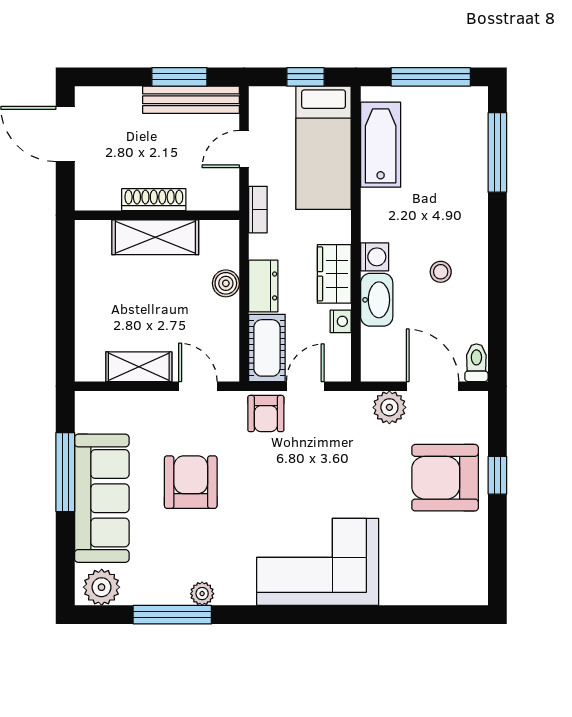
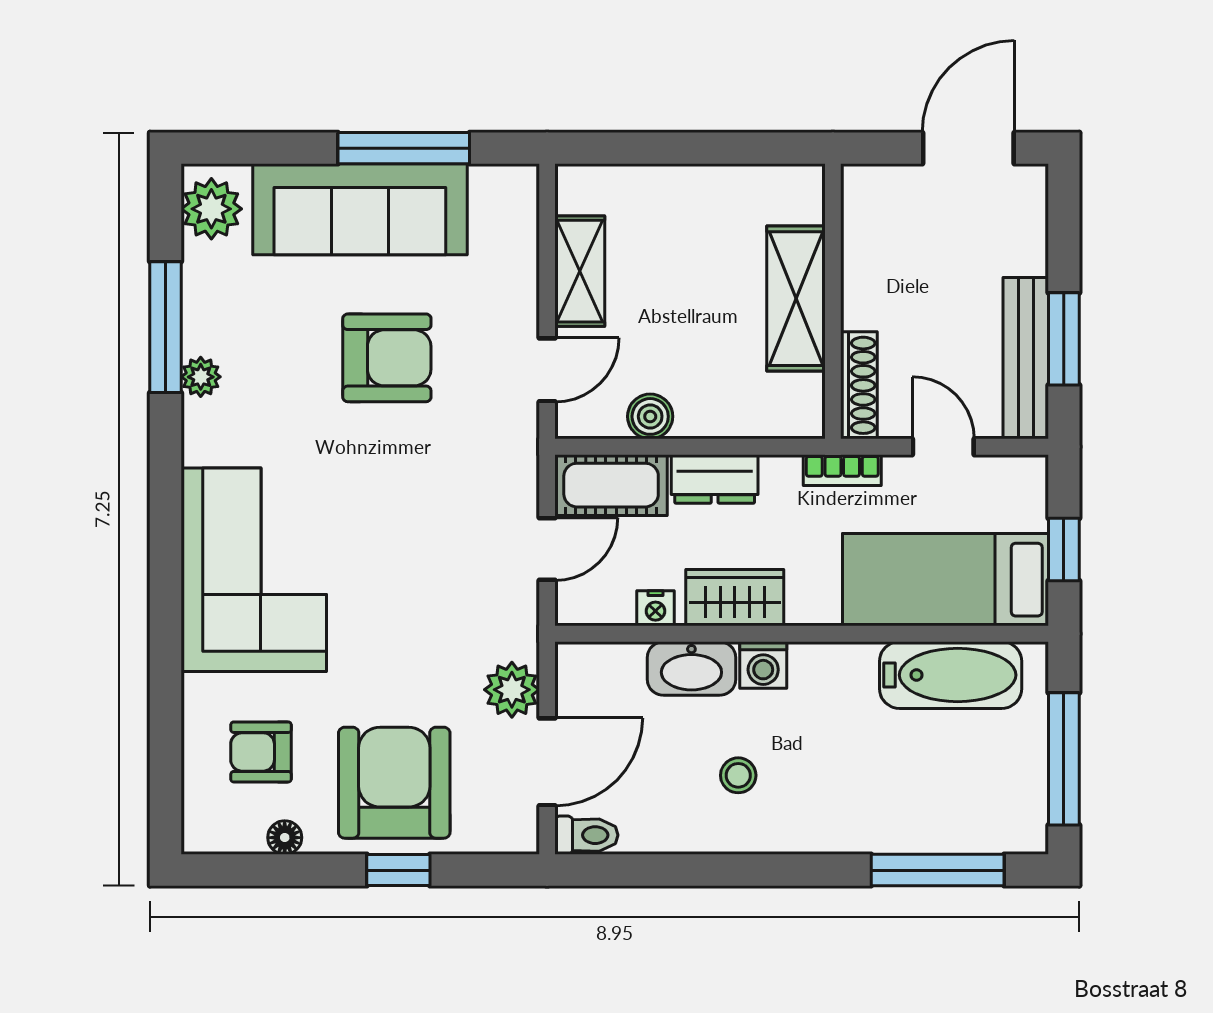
shoe rack: (154, 200) -> (859, 385), moved
boiler: (226, 283) -> (650, 416), moved
door: (305, 386) -> (547, 549), hinge flipped
armchair: (266, 414) -> (261, 752), moved
floor lamp: (478, 543) -> (285, 838), added

